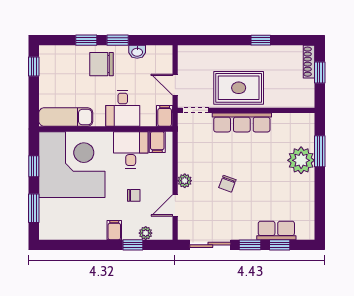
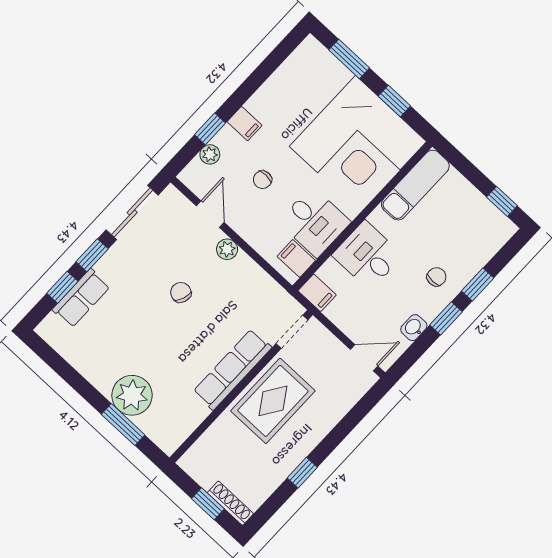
chair: (102, 64) -> (436, 277), width x0.54, depth x0.54
door: (175, 85) -> (364, 358), moved

